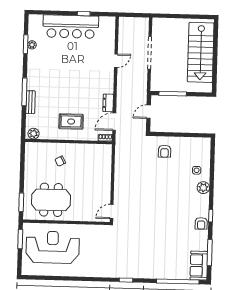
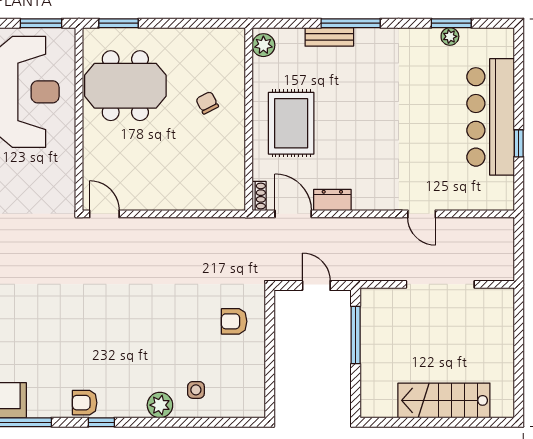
stairs: (201, 52) -> (444, 400), width x0.73, depth x0.66
rug: (71, 121) -> (291, 123), width x1.36, depth x1.43
meeting table: (51, 200) -> (125, 86), turned 90

